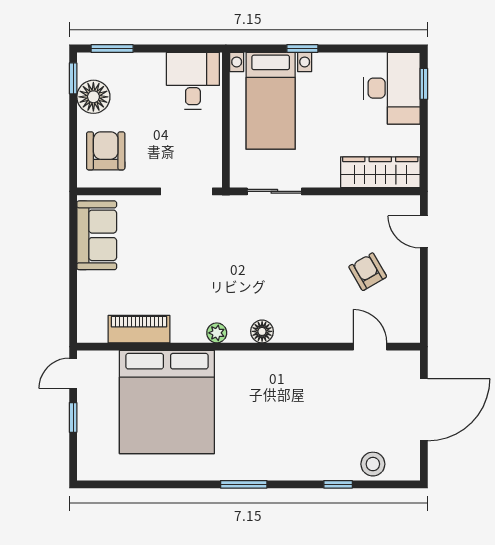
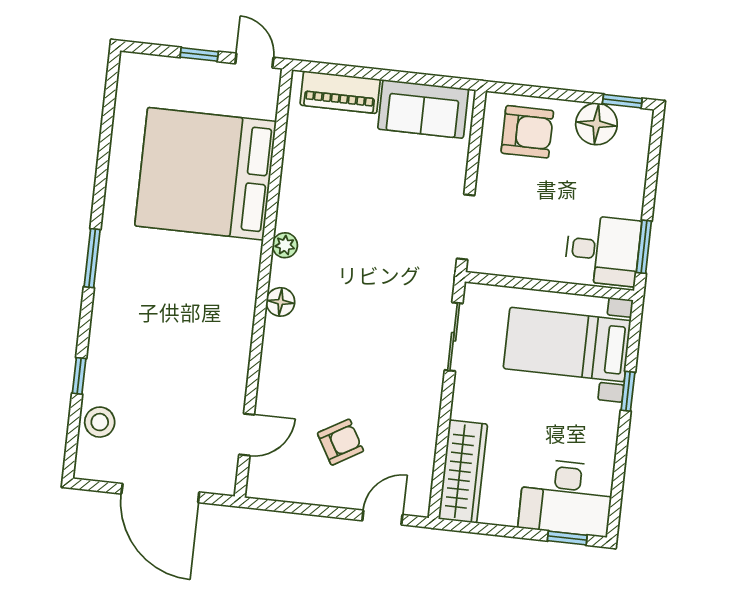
window: (112, 48) -> (644, 247), moved
piano: (139, 329) -> (340, 92), moved, turned 90

